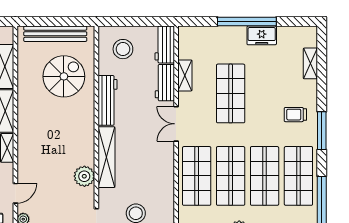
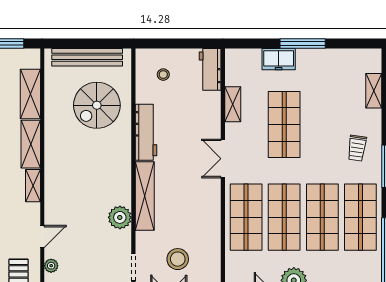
window: (247, 21) -> (303, 44), width x0.68
freezer: (262, 35) -> (279, 59), moved
stool: (123, 49) -> (163, 75), width x0.53, depth x0.53
spiral stairs: (64, 76) -> (97, 105), turned 180
workbench: (165, 83) -> (210, 112), removed
trolley: (295, 115) -> (357, 148), turned -82

